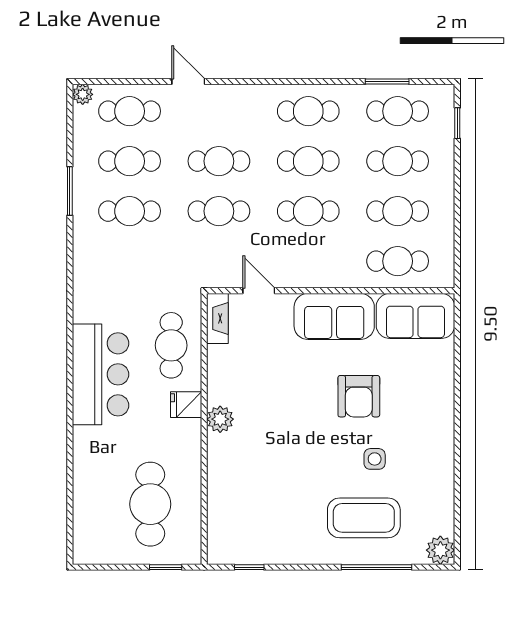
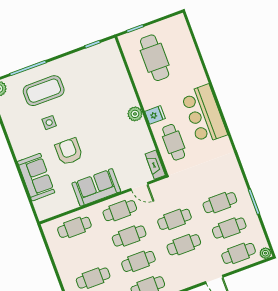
cafe table: (398, 211) -> (120, 211), moved
sofa: (415, 316) -> (36, 177), moved, turned 90

